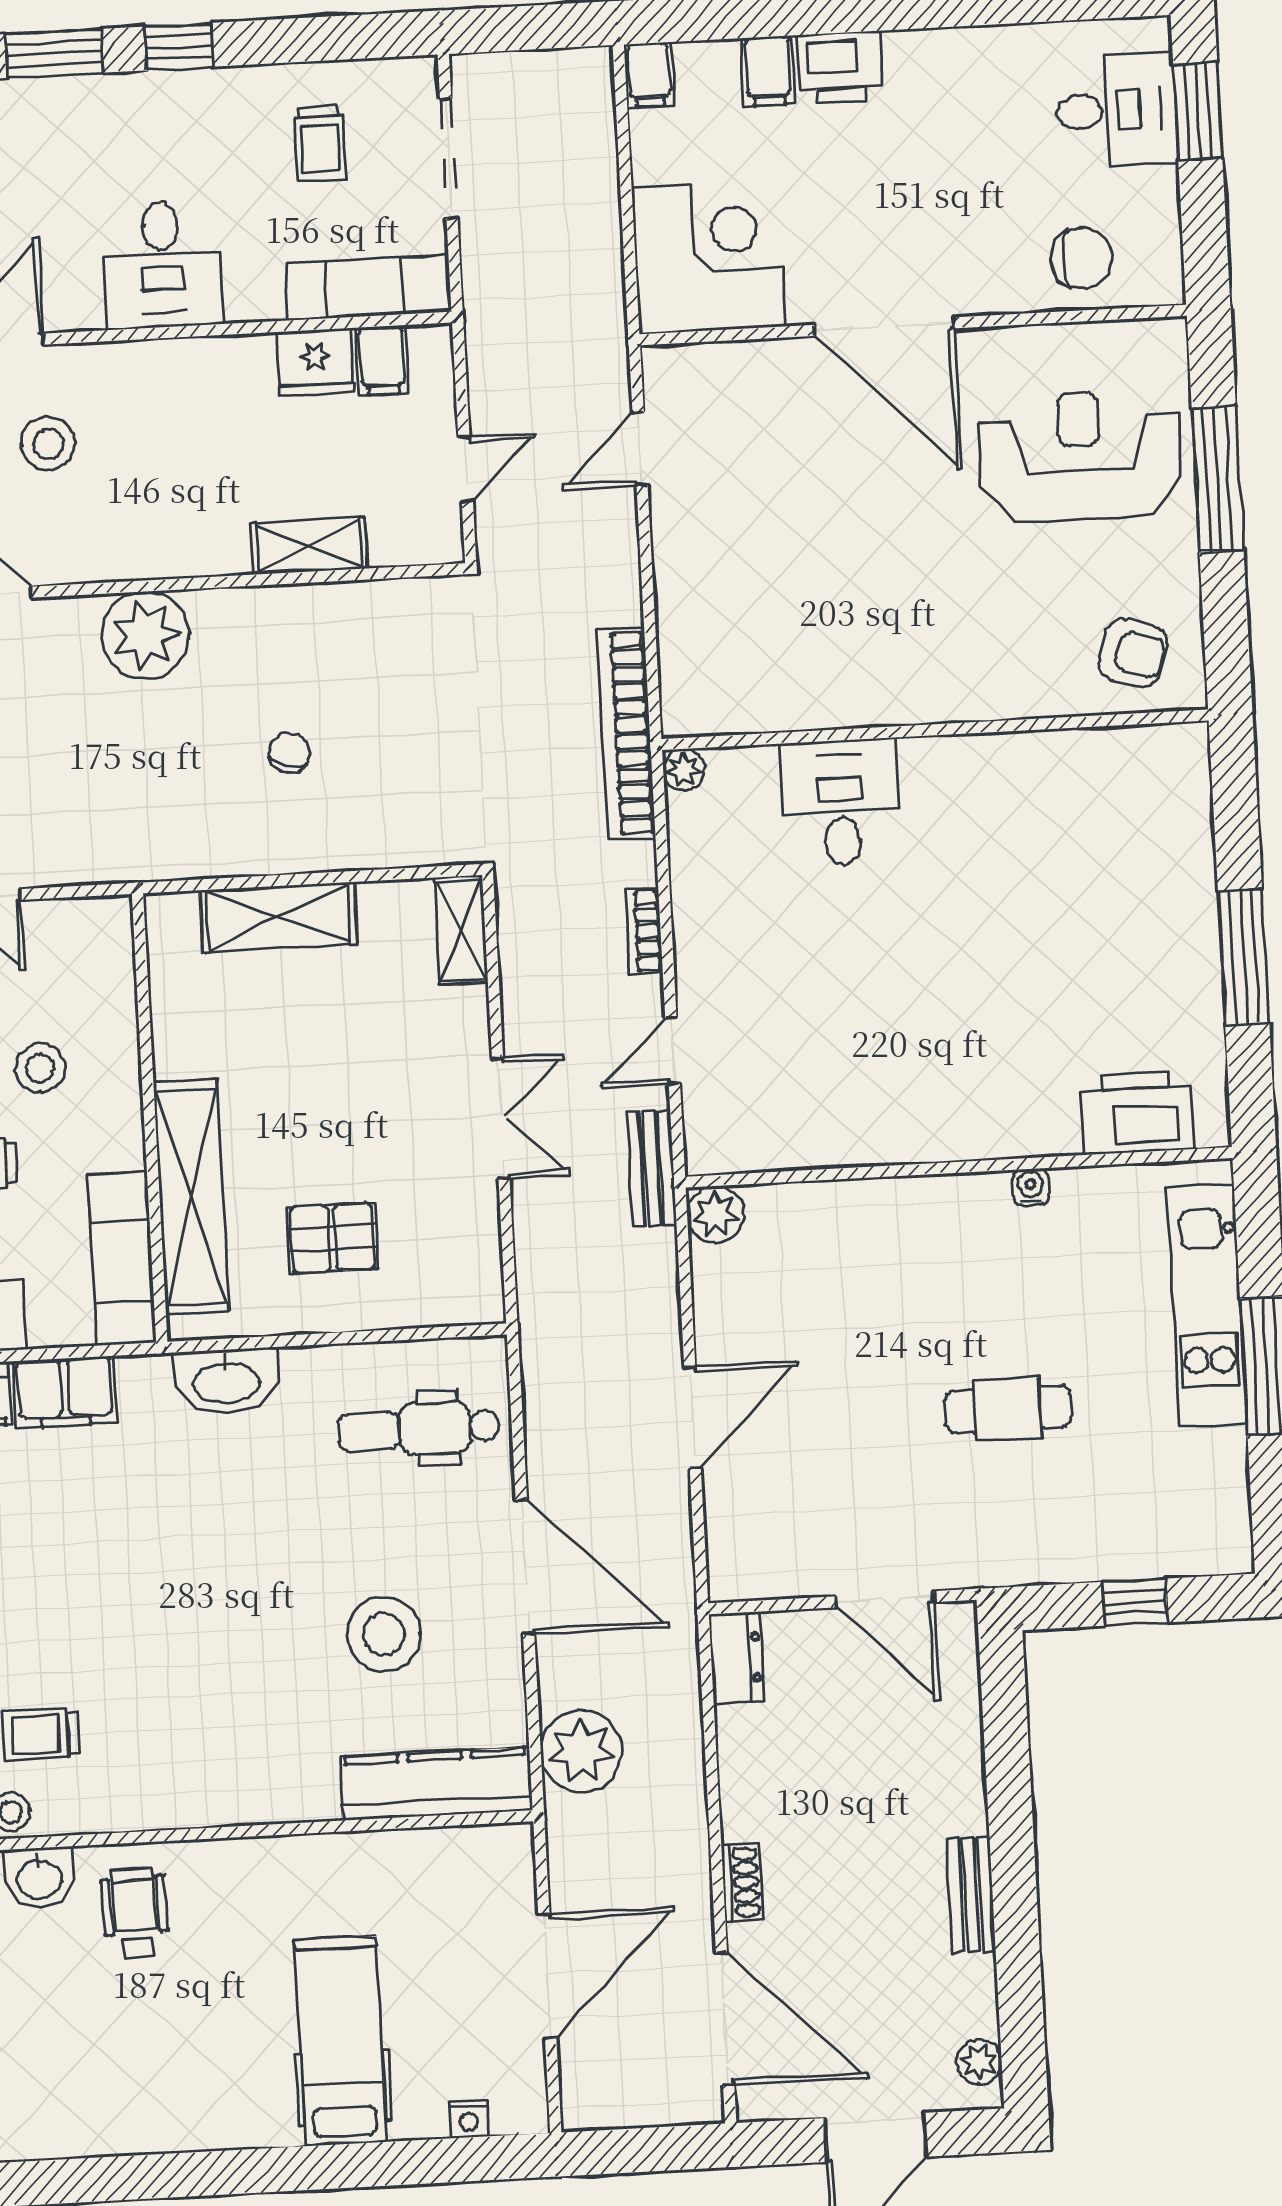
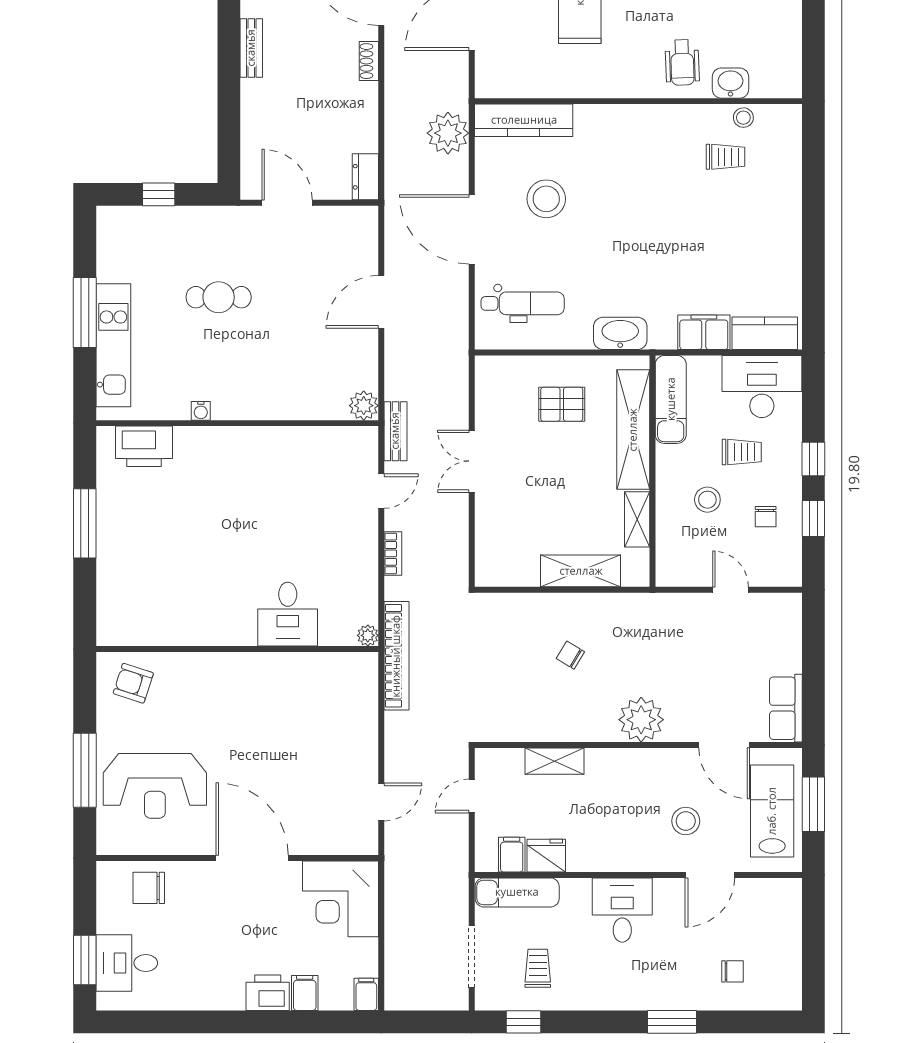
window: (179, 47) -> (523, 1022), moved
chair: (289, 753) -> (570, 655), turned 103
shelving: (461, 930) -> (637, 519), moved

